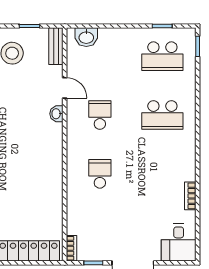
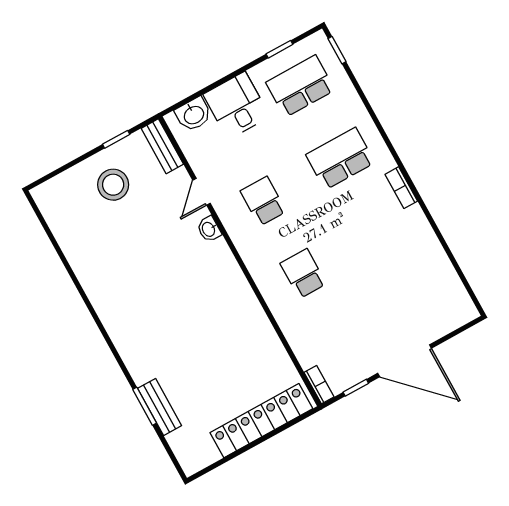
school desk: (162, 56) -> (300, 86), turned 180
door: (65, 88) -> (201, 192), swing flipped
school desk: (162, 115) -> (340, 159), turned 180
bookcase: (190, 196) -> (401, 188), moved
desk: (179, 243) -> (236, 106), moved, turned 180

